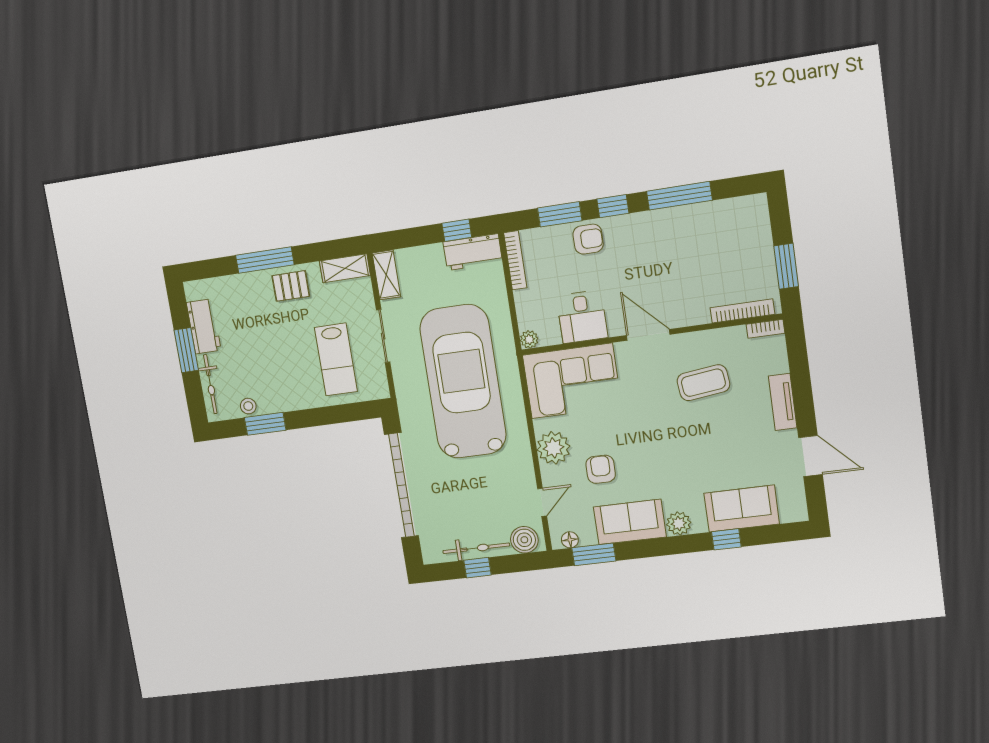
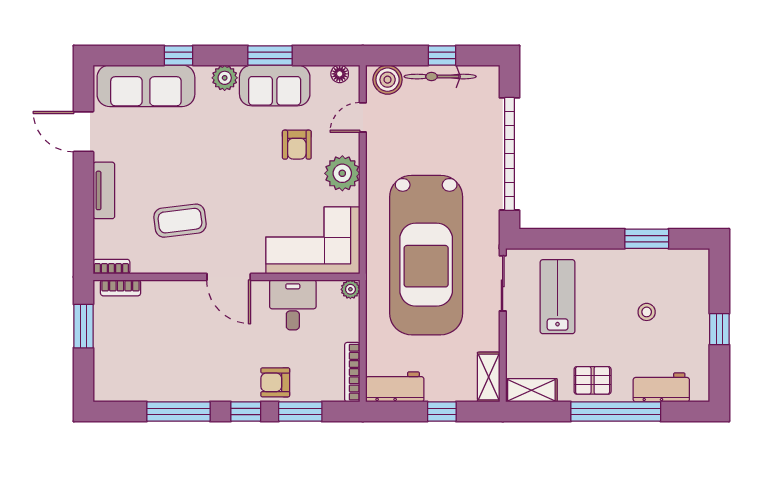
window: (457, 230) -> (442, 411), moved
window: (265, 260) -> (616, 411), width x1.46
bookcase: (742, 311) -> (121, 288), width x0.64
workbench: (204, 326) -> (661, 387), moved, turned 90
sliding door: (383, 336) -> (503, 283), moved
window: (186, 350) -> (719, 329), width x0.67
bicycle: (210, 384) -> (699, 289), removed
stool: (248, 406) -> (647, 312), moved
sofa: (742, 509) -> (146, 86), width x1.36
window: (594, 554) -> (270, 55), moved

